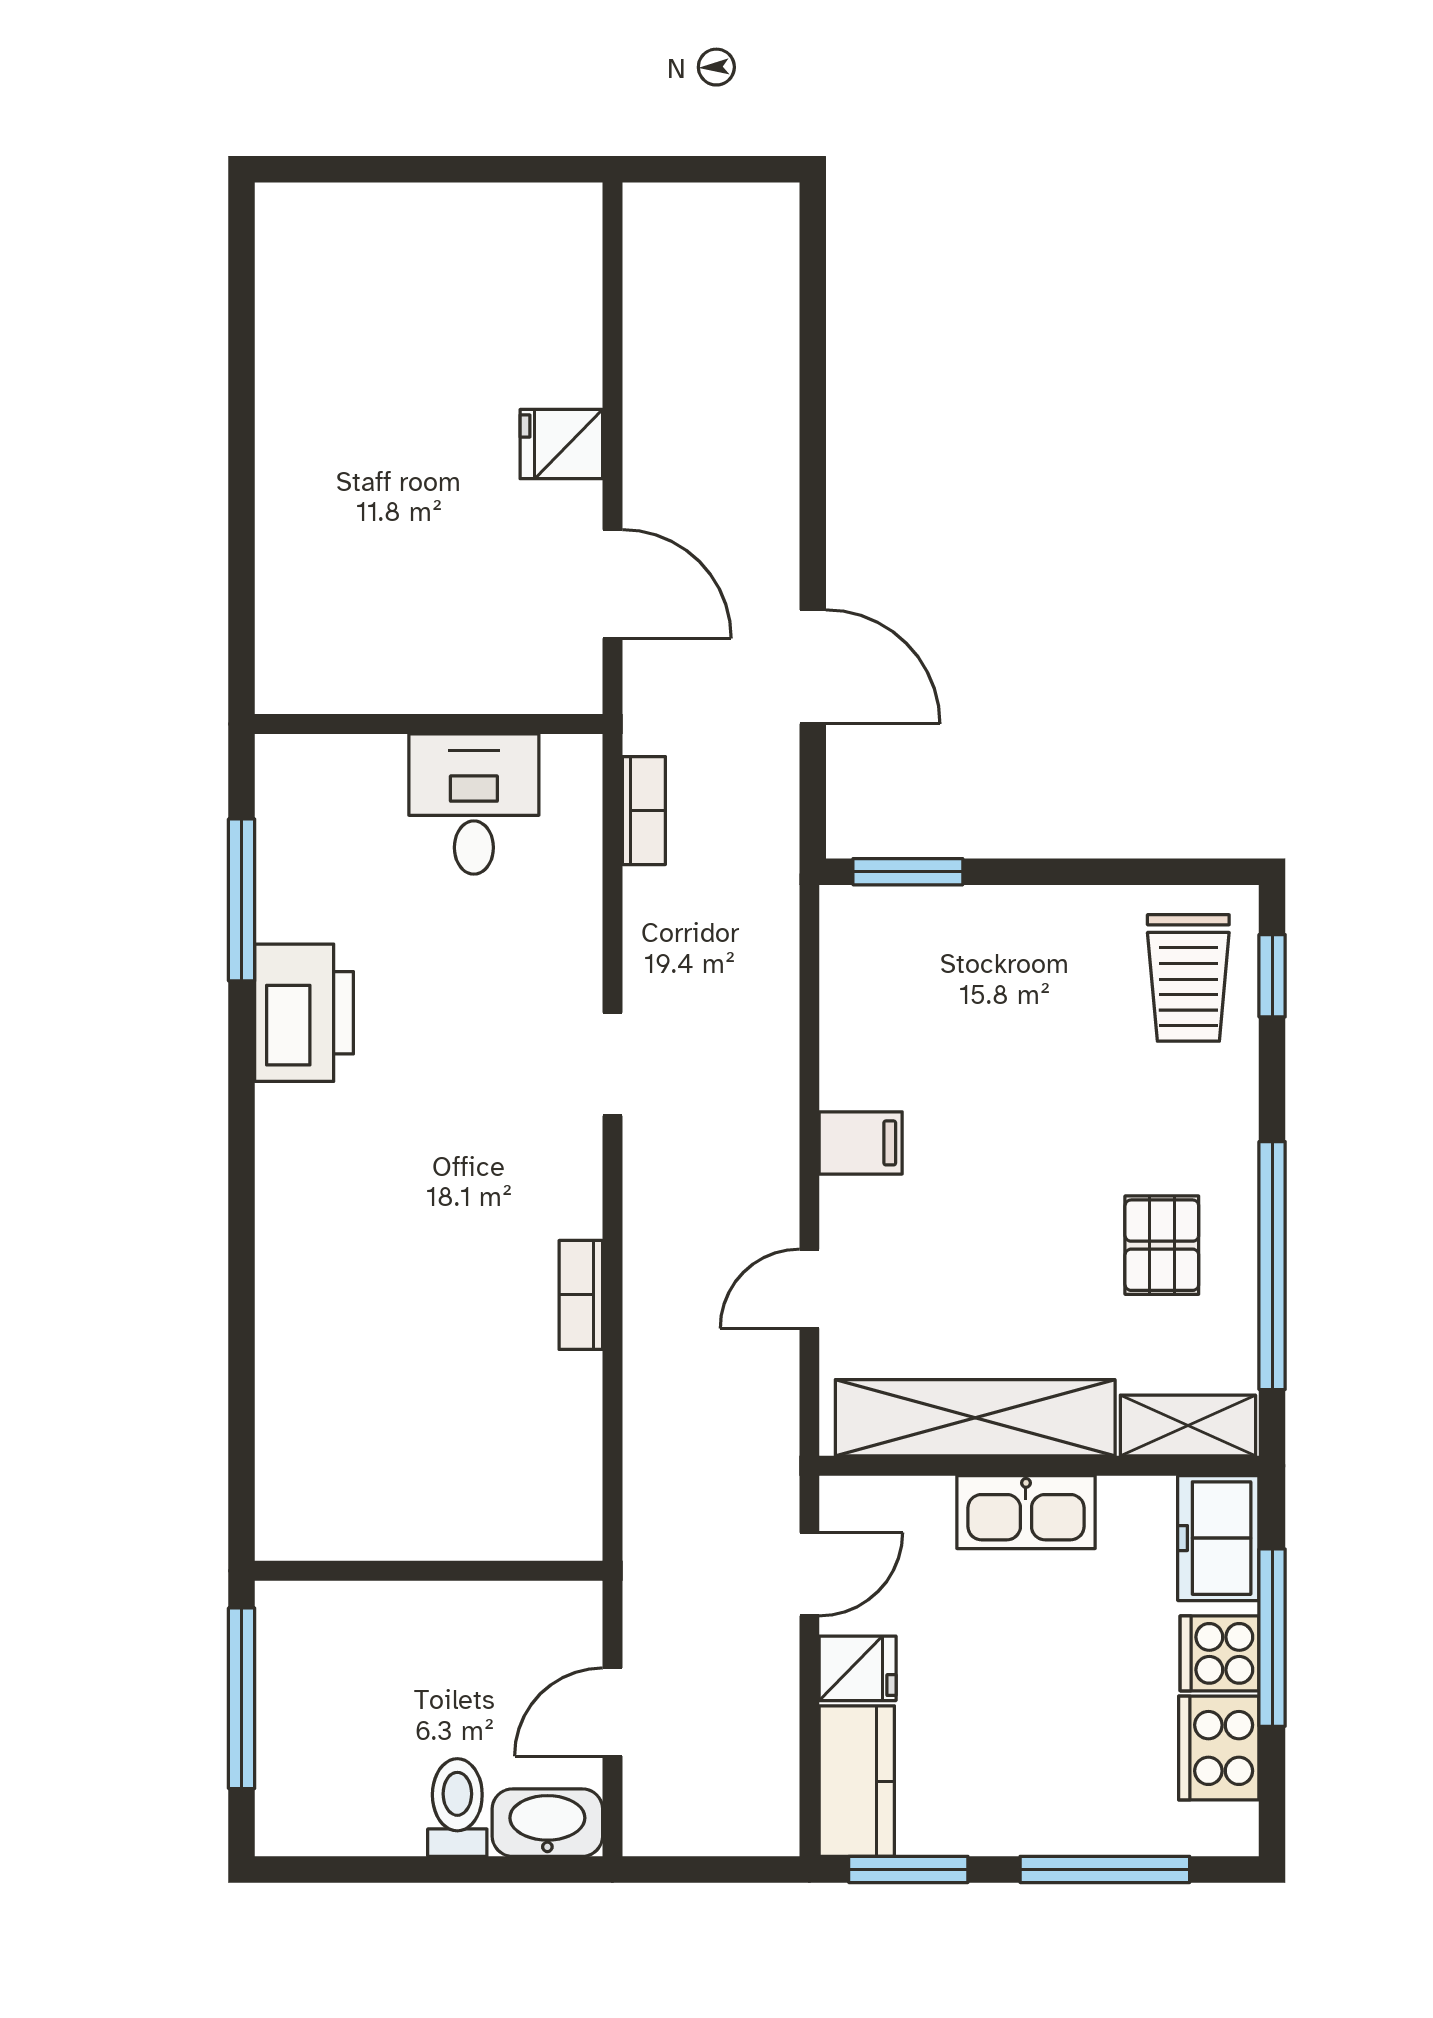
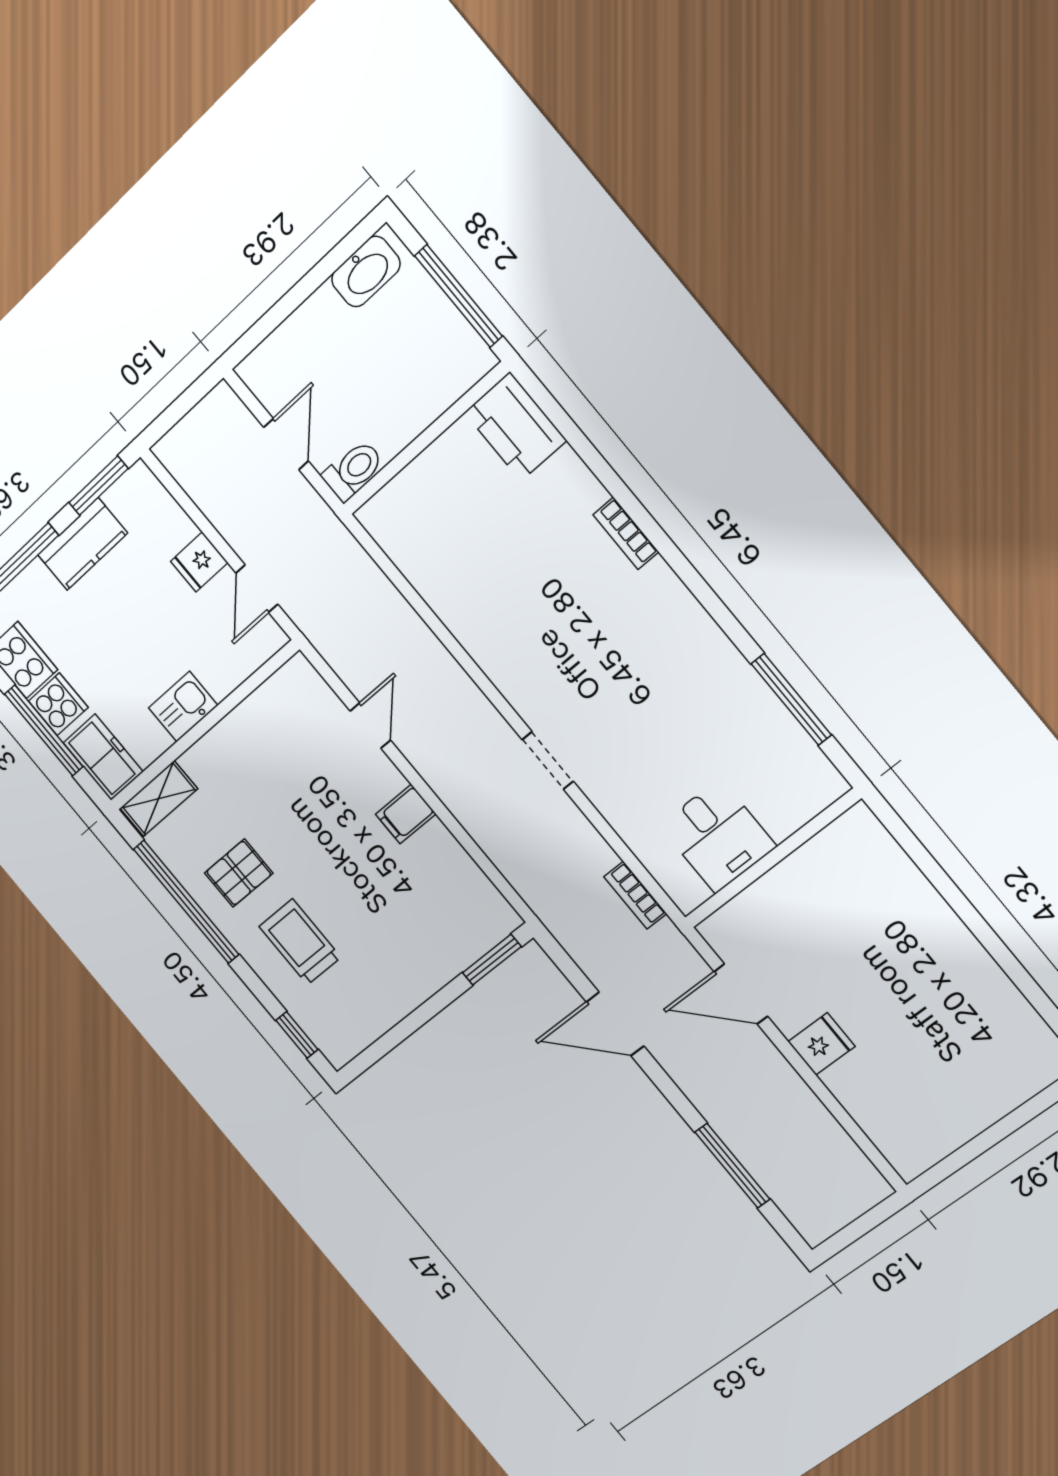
window: (813, 369) -> (732, 1166), added
trolley: (1188, 978) -> (300, 942), moved
printer: (304, 1013) -> (515, 427), moved
pallet: (1162, 1245) -> (239, 873), turned 90
bookcase: (581, 1295) -> (626, 533), moved, turned 180
shelving: (975, 1418) -> (249, 725), removed
kitchen sink: (1026, 1512) -> (183, 707), width x0.73
kitchen counter: (857, 1781) -> (83, 544), moved, turned -90
toilet: (457, 1807) -> (353, 470), moved, turned -90
washbasin: (547, 1823) -> (366, 272), moved

